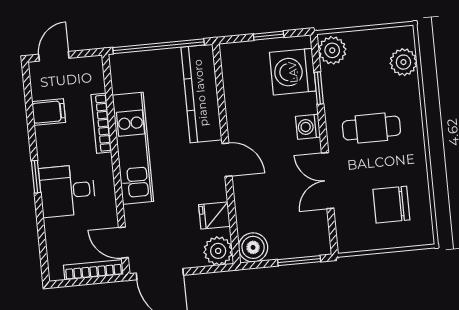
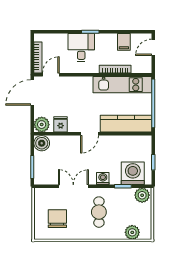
door: (54, 56) -> (153, 47), swing flipped
kitchen unit: (133, 148) -> (122, 85), moved

